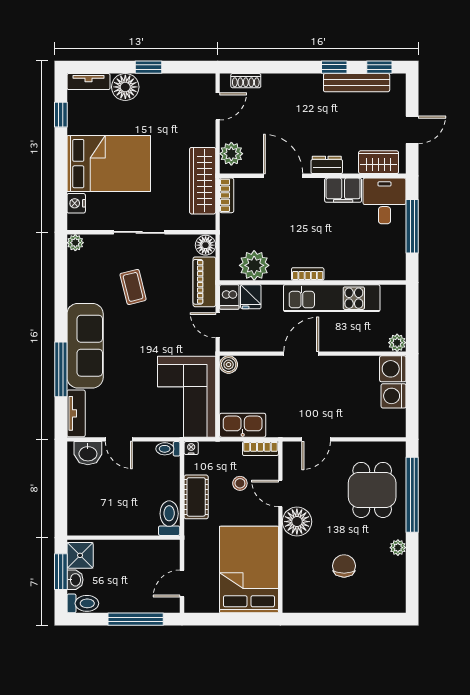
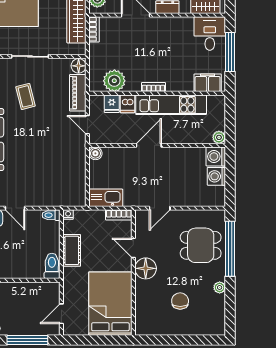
filing cabinet: (343, 190) -> (208, 83), moved, turned 180
dishwasher: (229, 297) -> (128, 104), moved
corner sofa: (187, 397) -> (65, 177), removed
stool: (240, 483) -> (104, 240), removed
dining table: (372, 490) -> (201, 245), turned 90

